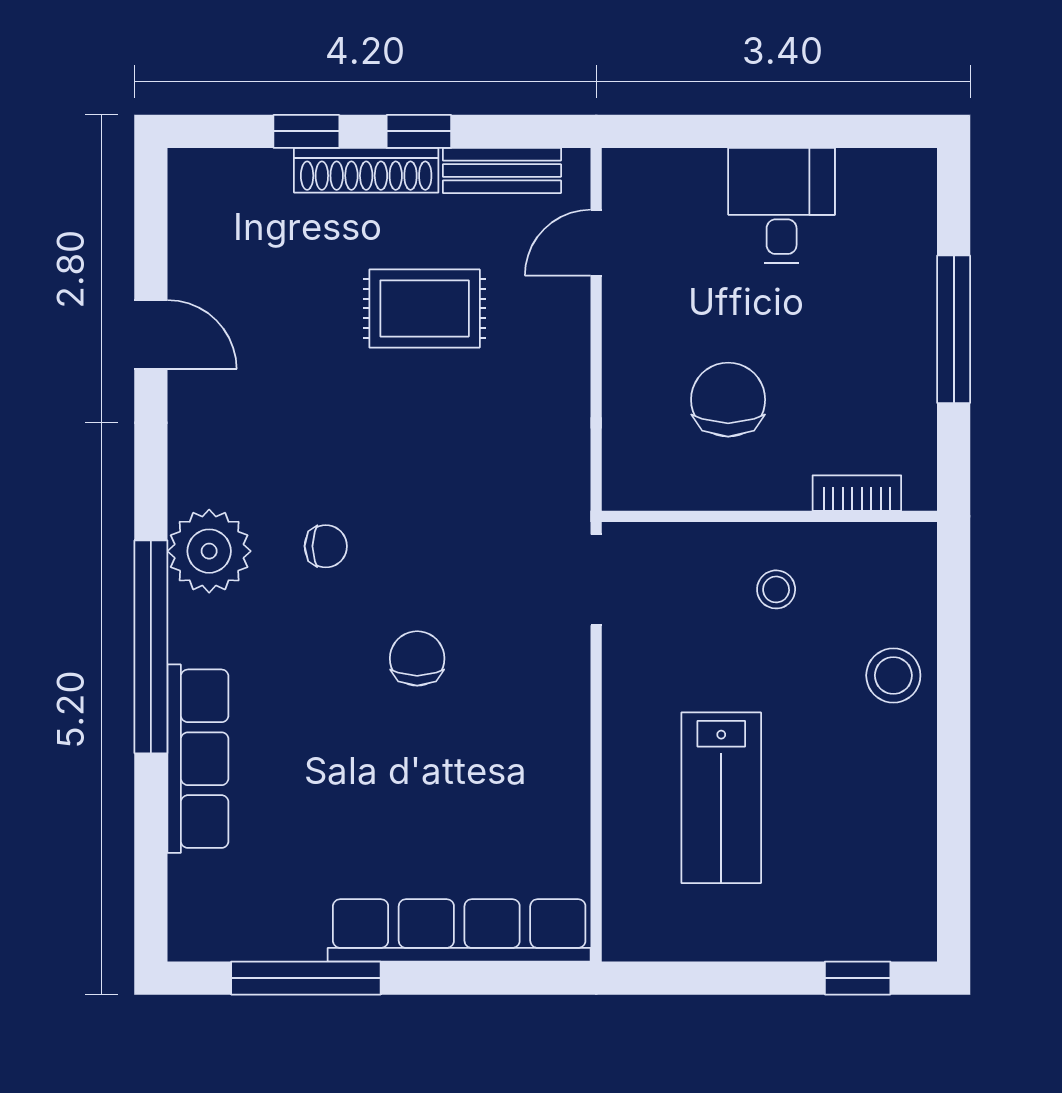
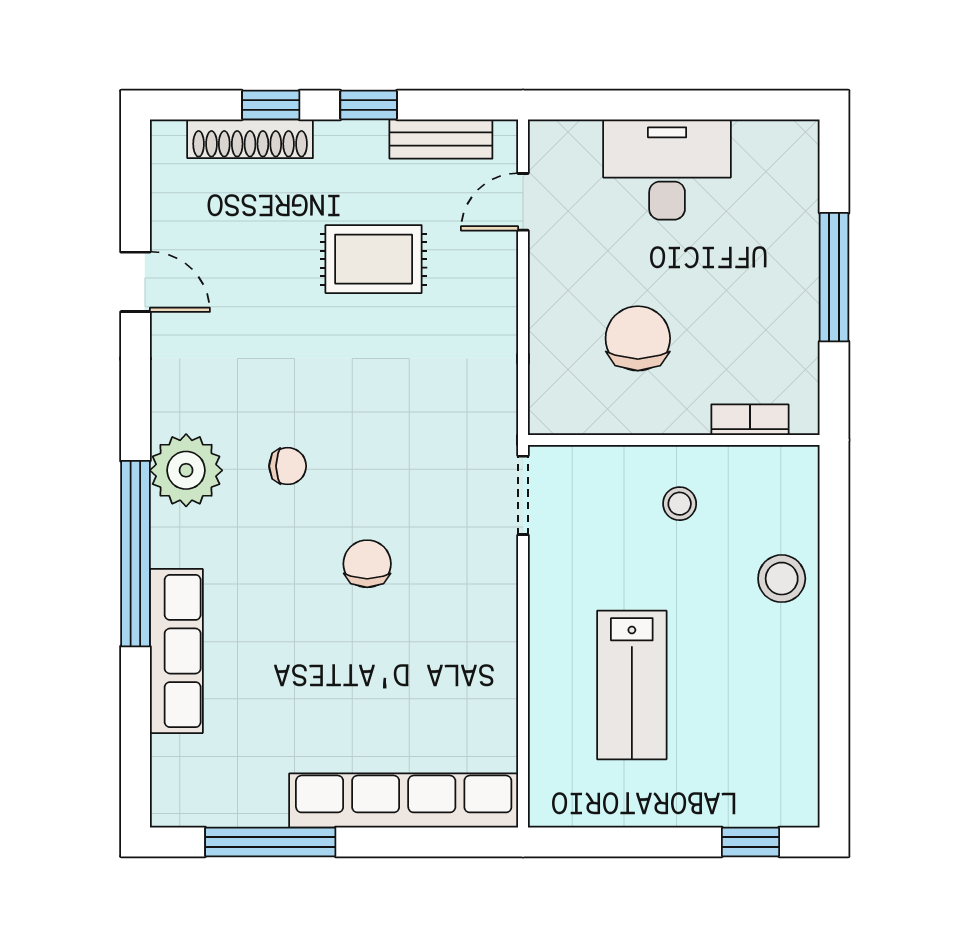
shoe rack: (366, 170) -> (250, 139), moved
desk: (782, 206) -> (667, 169), width x1.37

